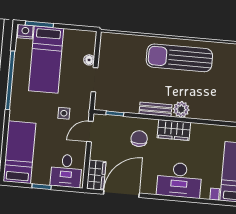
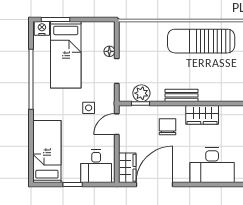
plant: (181, 109) -> (141, 93), moved

